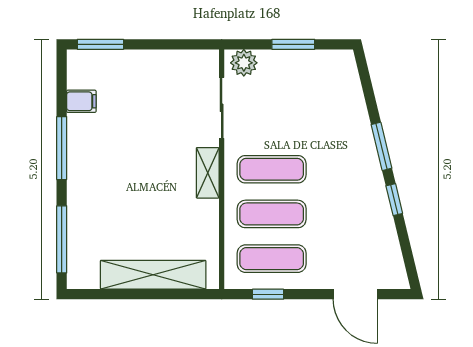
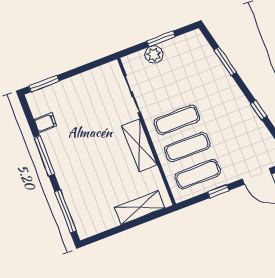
plant: (244, 63) -> (154, 54), moved
window: (382, 146) -> (225, 61), moved
shelving: (208, 173) -> (139, 146), width x1.50, depth x1.33
shelving: (153, 275) -> (140, 208), width x0.68
window: (268, 294) -> (218, 191), moved

